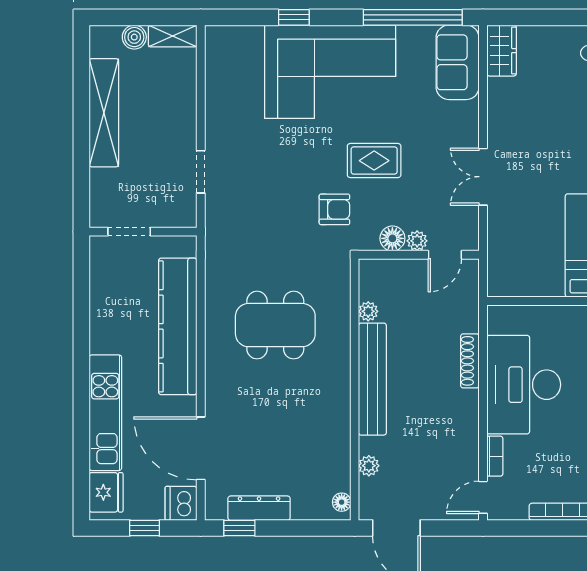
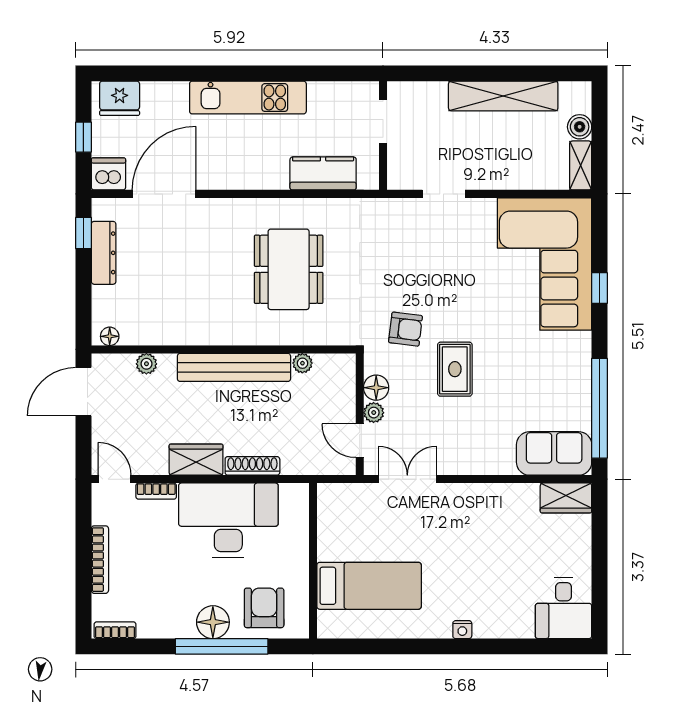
corner sofa: (330, 72) -> (545, 264), moved
double door: (483, 177) -> (407, 479), moved
armchair: (334, 209) -> (405, 329), turned -83
kitchen counter: (178, 326) -> (323, 173), width x0.48, depth x0.86
kitchen unit: (105, 413) -> (248, 98), moved
wardrobe: (464, 417) -> (196, 460), added

